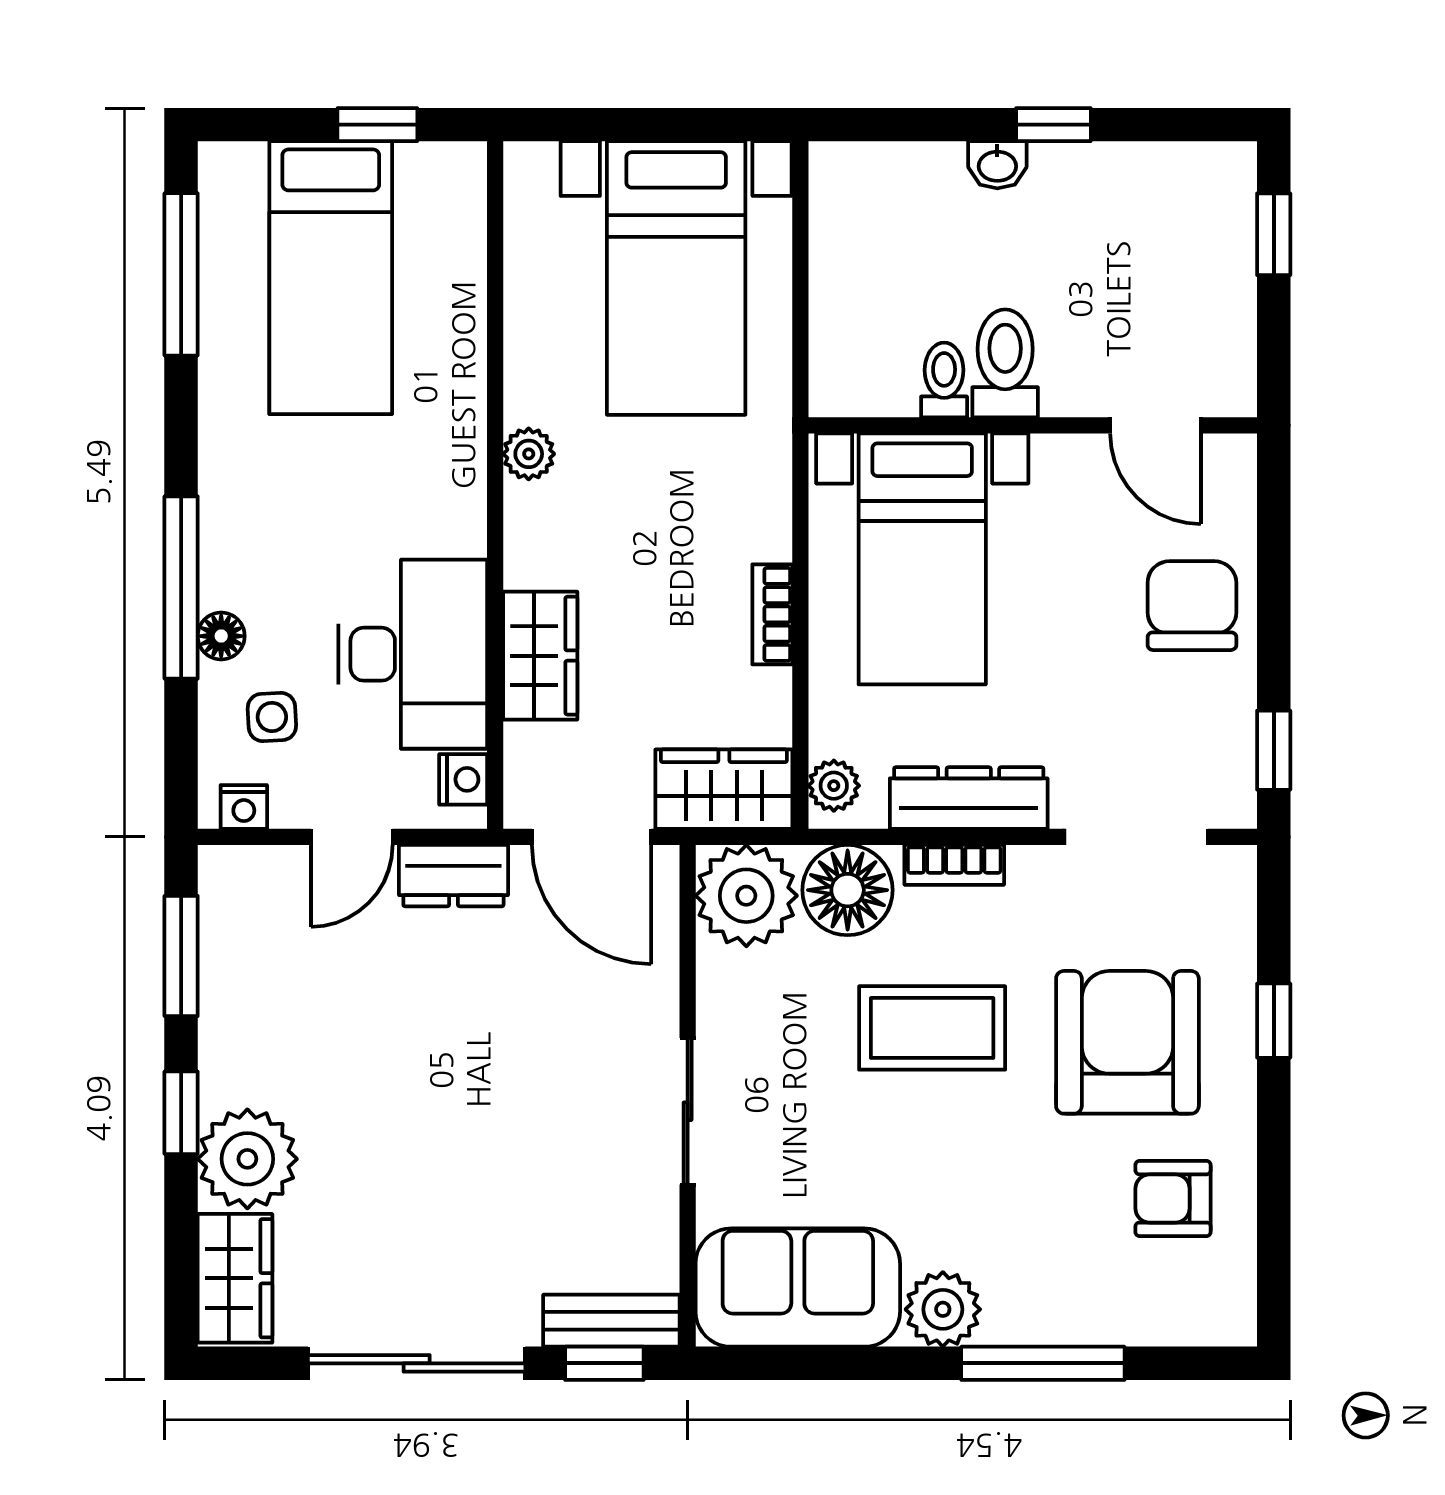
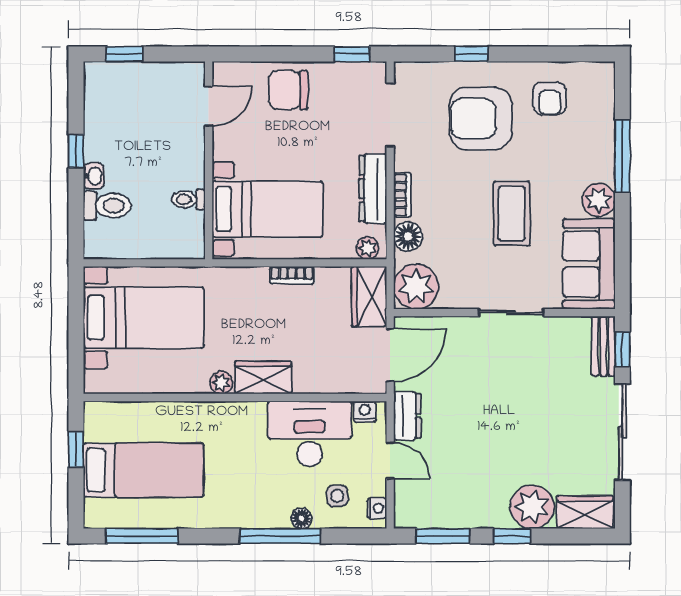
toilet: (1005, 363) -> (107, 206), moved, turned 180
wardrobe: (540, 656) -> (263, 378), moved
floor lamp: (848, 890) -> (408, 237), width x0.73, depth x0.73
coffee table: (932, 1028) -> (512, 213), moved

